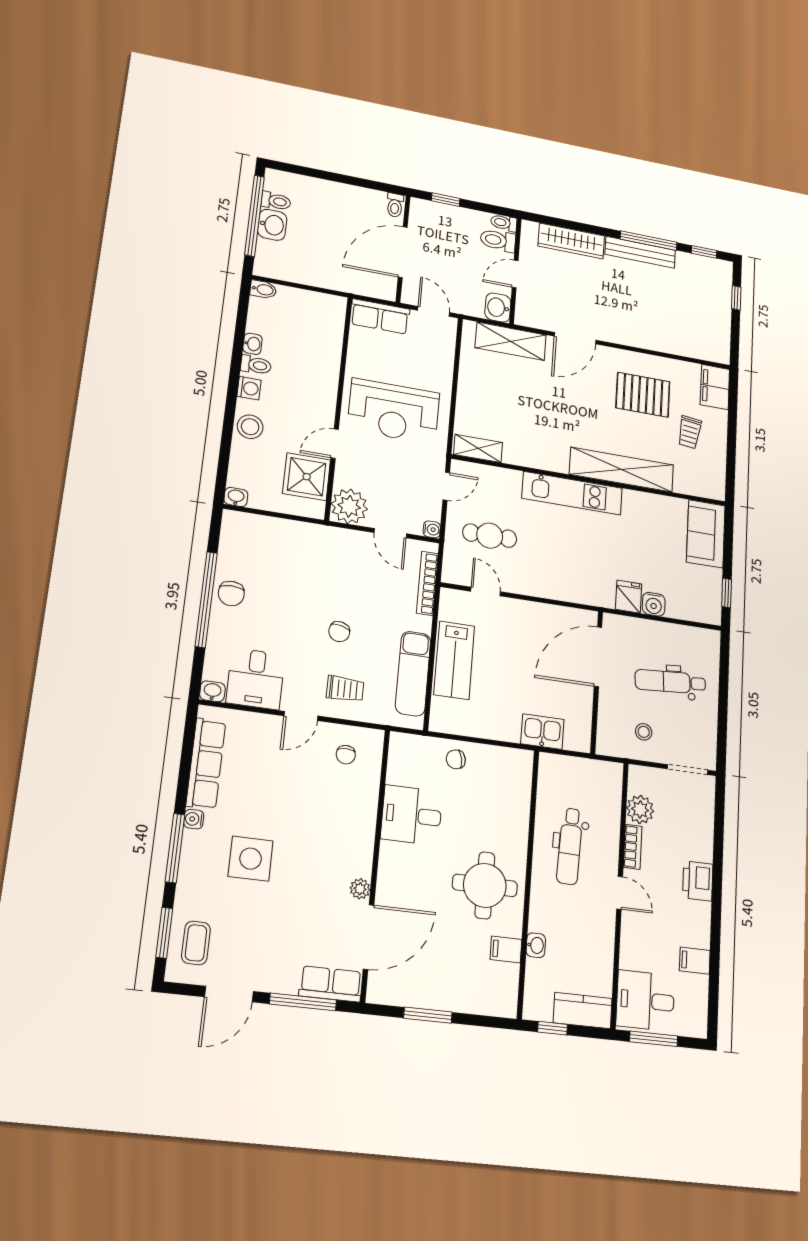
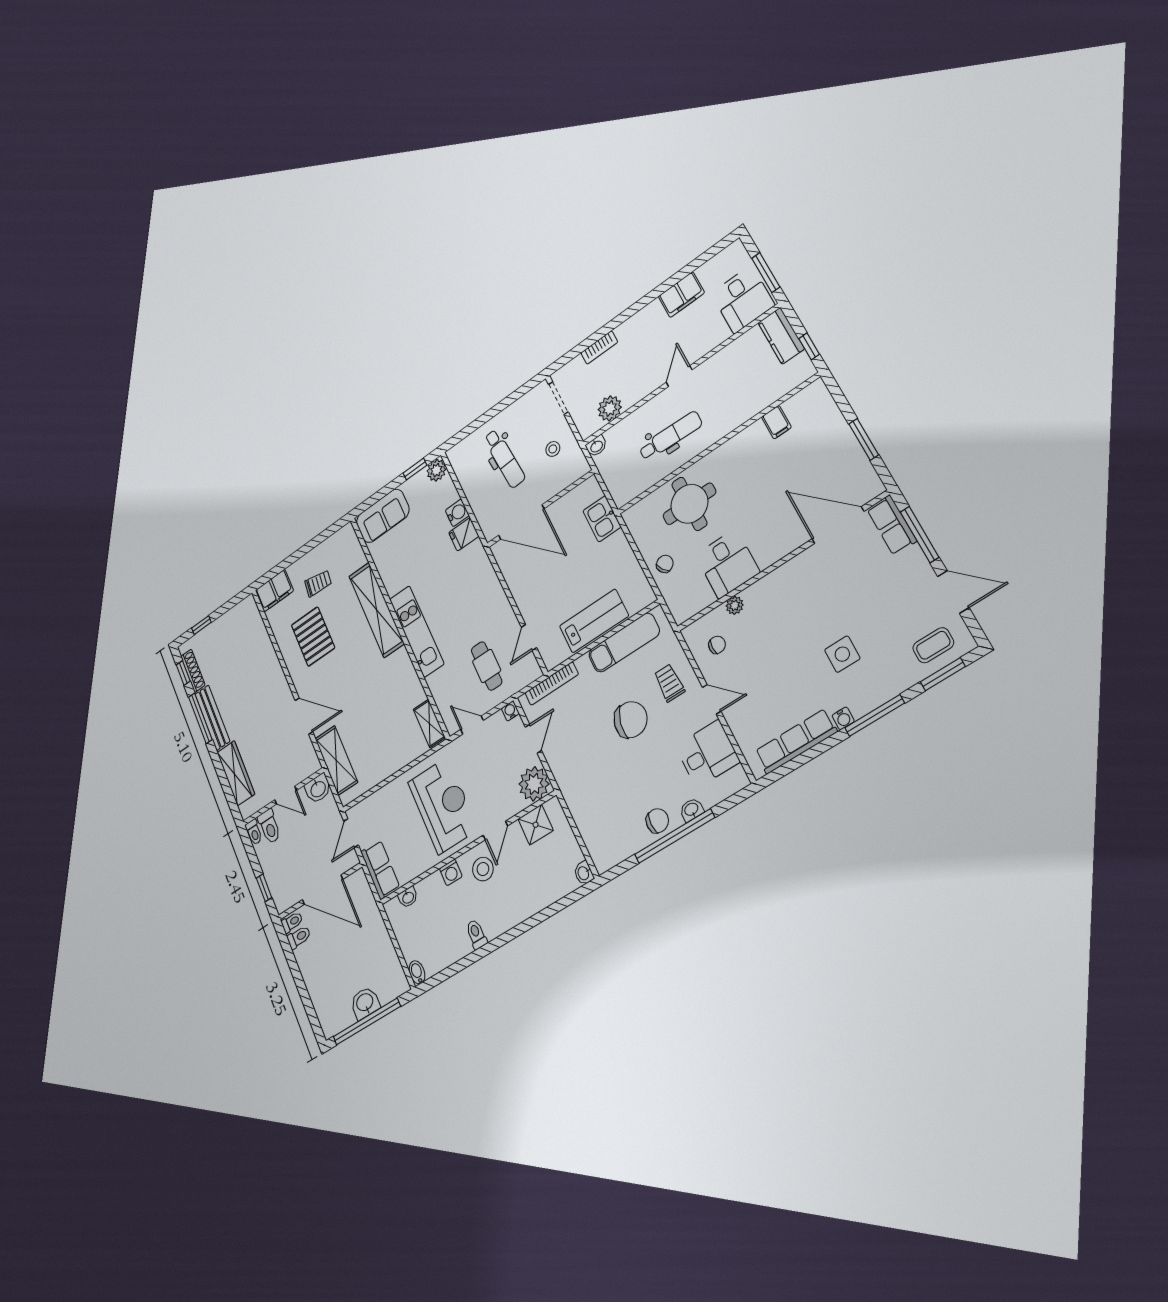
toilet: (276, 201) -> (299, 937), moved, turned 90
shoe rack: (699, 262) -> (193, 671), added
washbasin: (252, 344) -> (408, 897), moved, turned 180
washing machine: (249, 388) -> (451, 872), moved, turned 180
stool: (250, 427) -> (483, 869), moved
door: (335, 444) -> (495, 830), hinge flipped
shower: (307, 477) -> (536, 825), width x0.73, depth x0.73
plant: (709, 612) -> (436, 470), added
chair: (339, 632) -> (631, 720), width x1.87, depth x1.87
washbasin: (212, 691) -> (692, 810), moved, turned 90
chair: (456, 759) -> (665, 564), turned -113
bookcase: (633, 847) -> (599, 348), moved, turned 180
side table: (251, 859) -> (842, 654), width x0.73, depth x0.73
printer: (698, 881) -> (632, 330), removed
round table: (485, 885) -> (689, 504), moved
plant: (360, 889) -> (735, 605), moved
washbasin: (536, 945) -> (596, 446), moved, turned 180
filing cabinet: (695, 961) -> (681, 295), width x2.00

